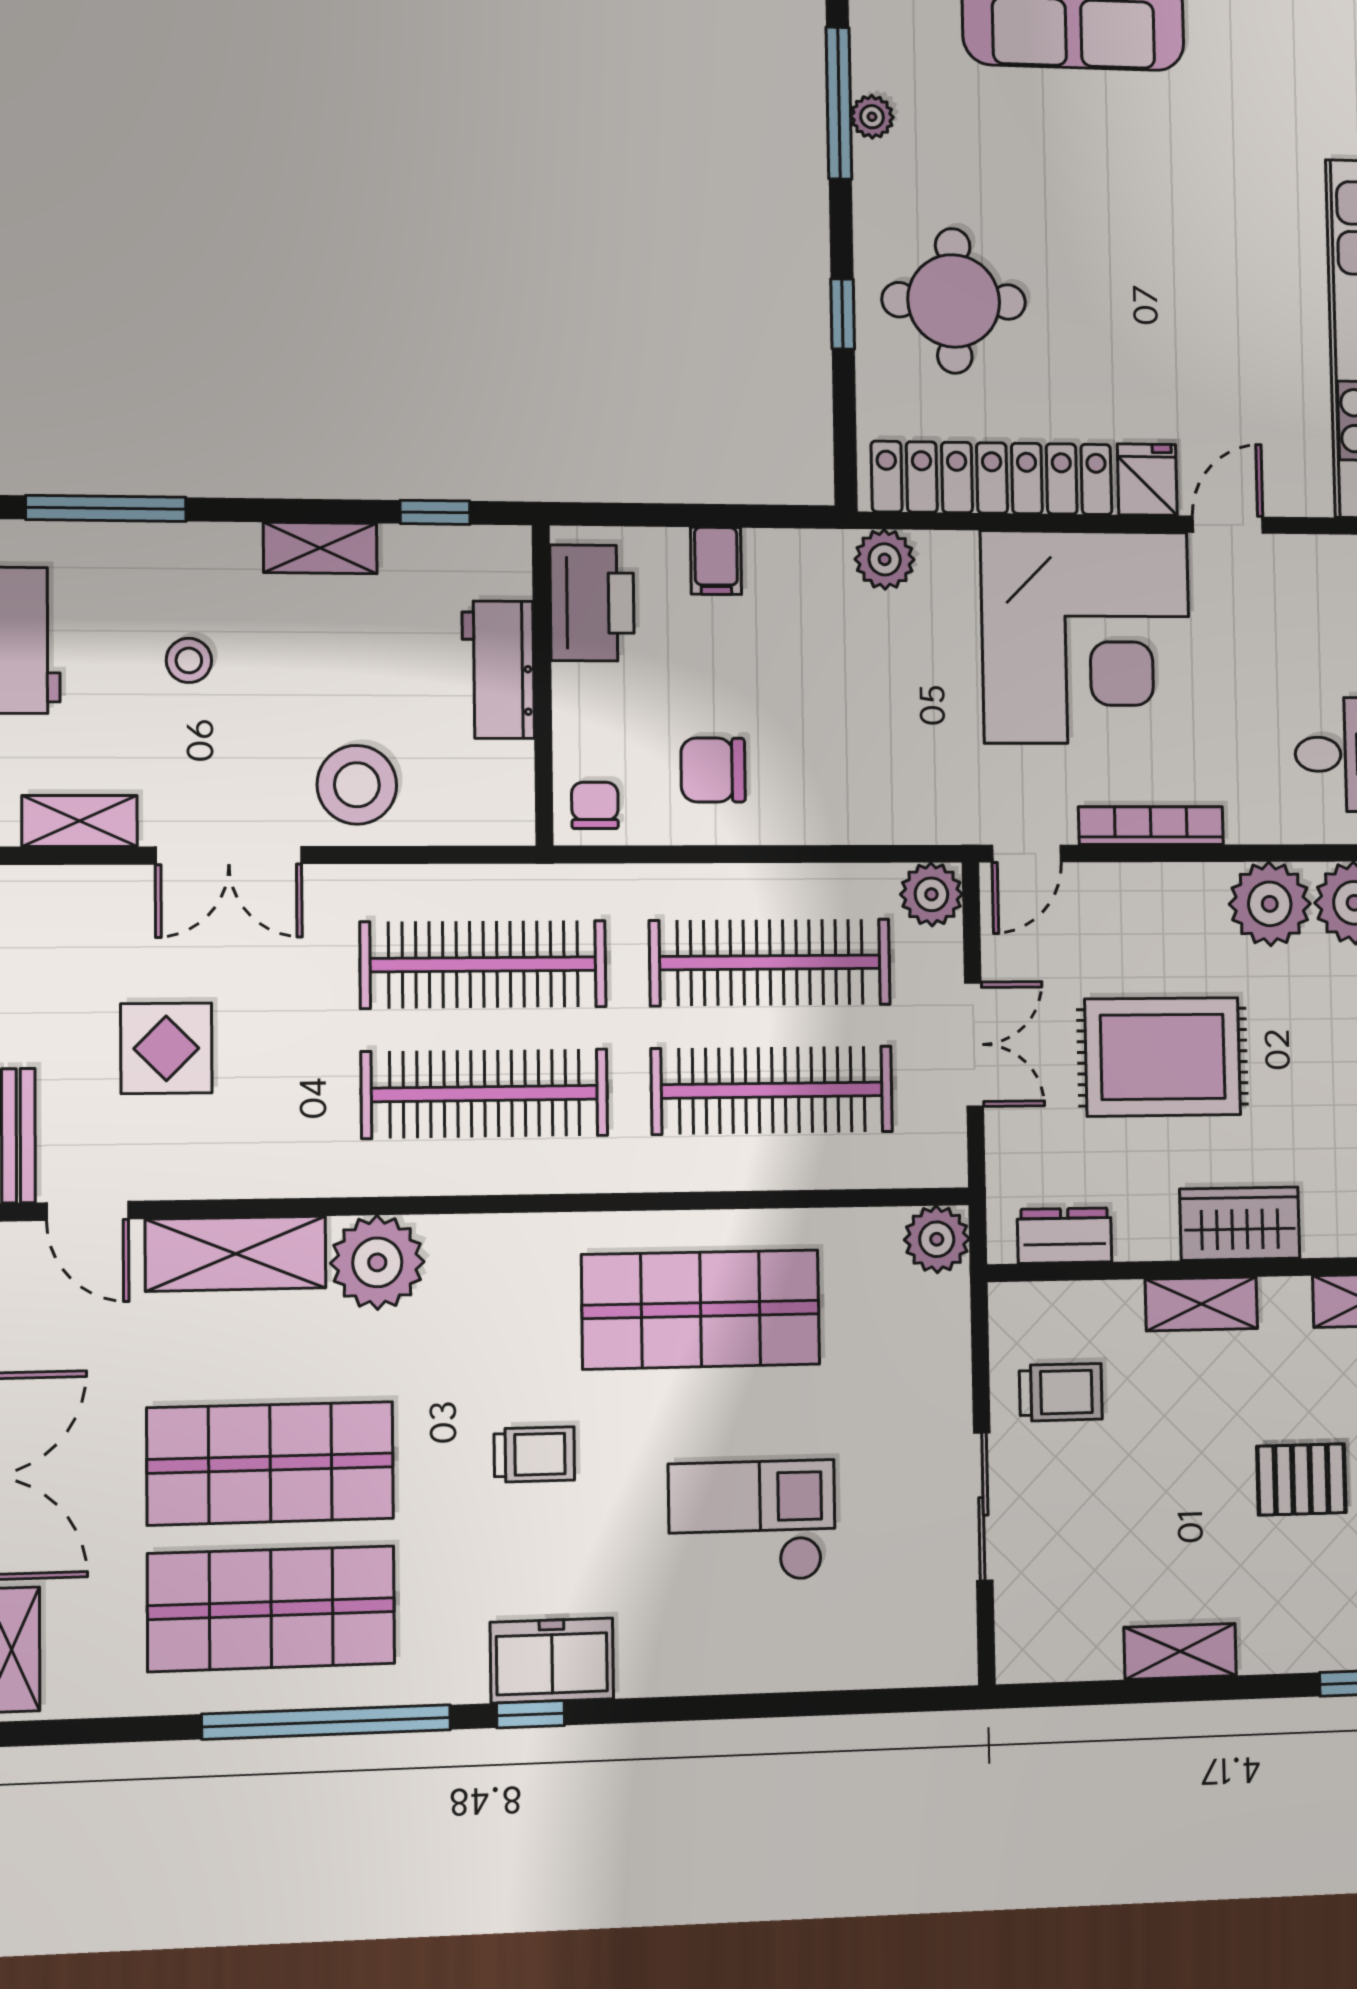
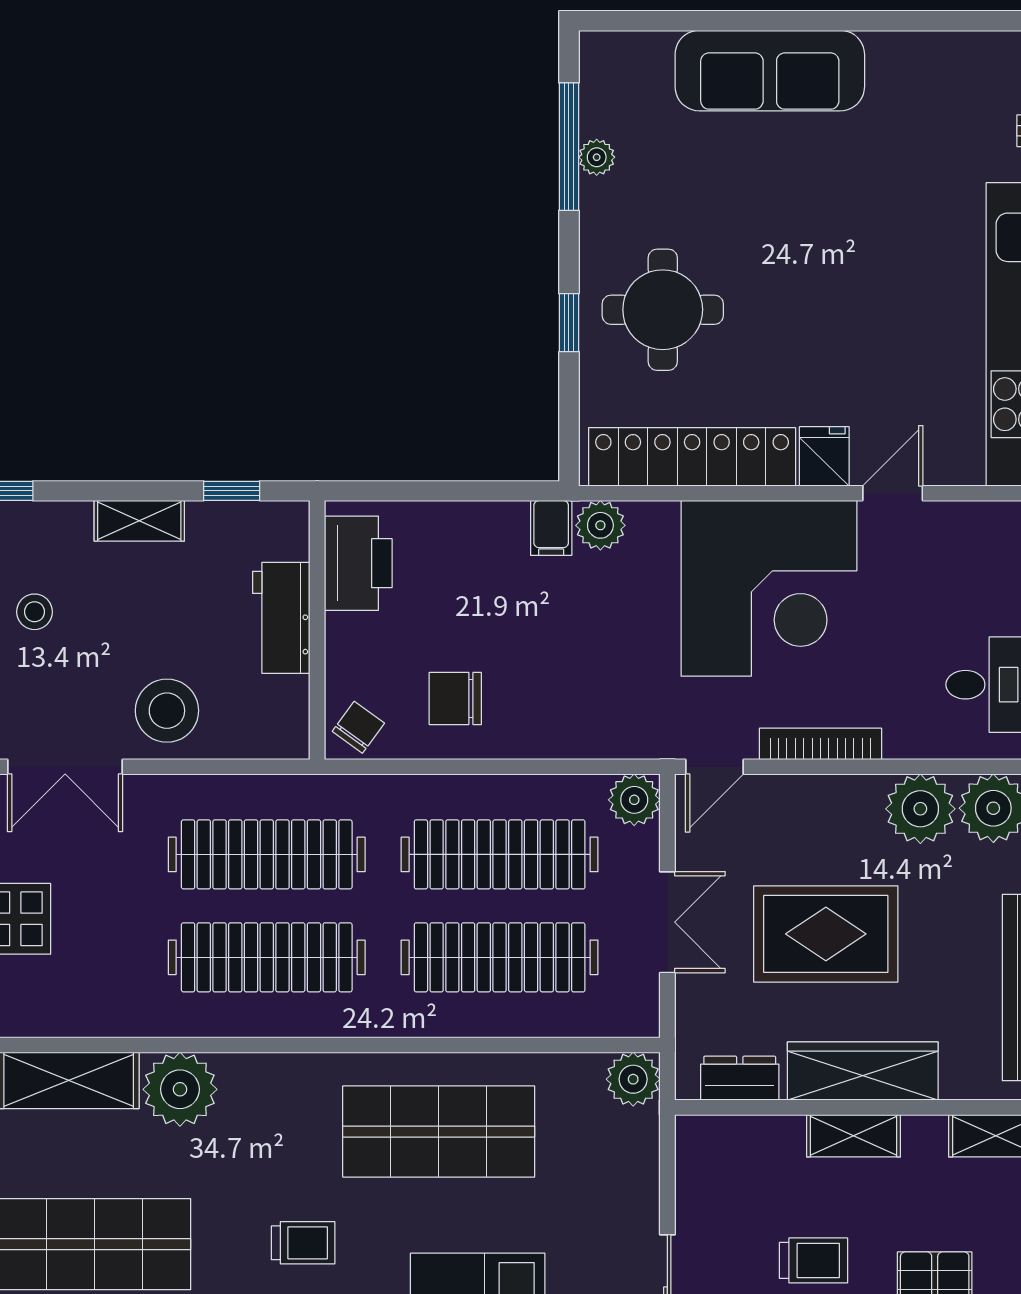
filing cabinet: (716, 561) -> (551, 528), moved
chair: (595, 805) -> (358, 727), turned 36
wardrobe: (1240, 1224) -> (863, 1071), width x1.50
trolley: (1061, 1392) -> (813, 1260), moved

